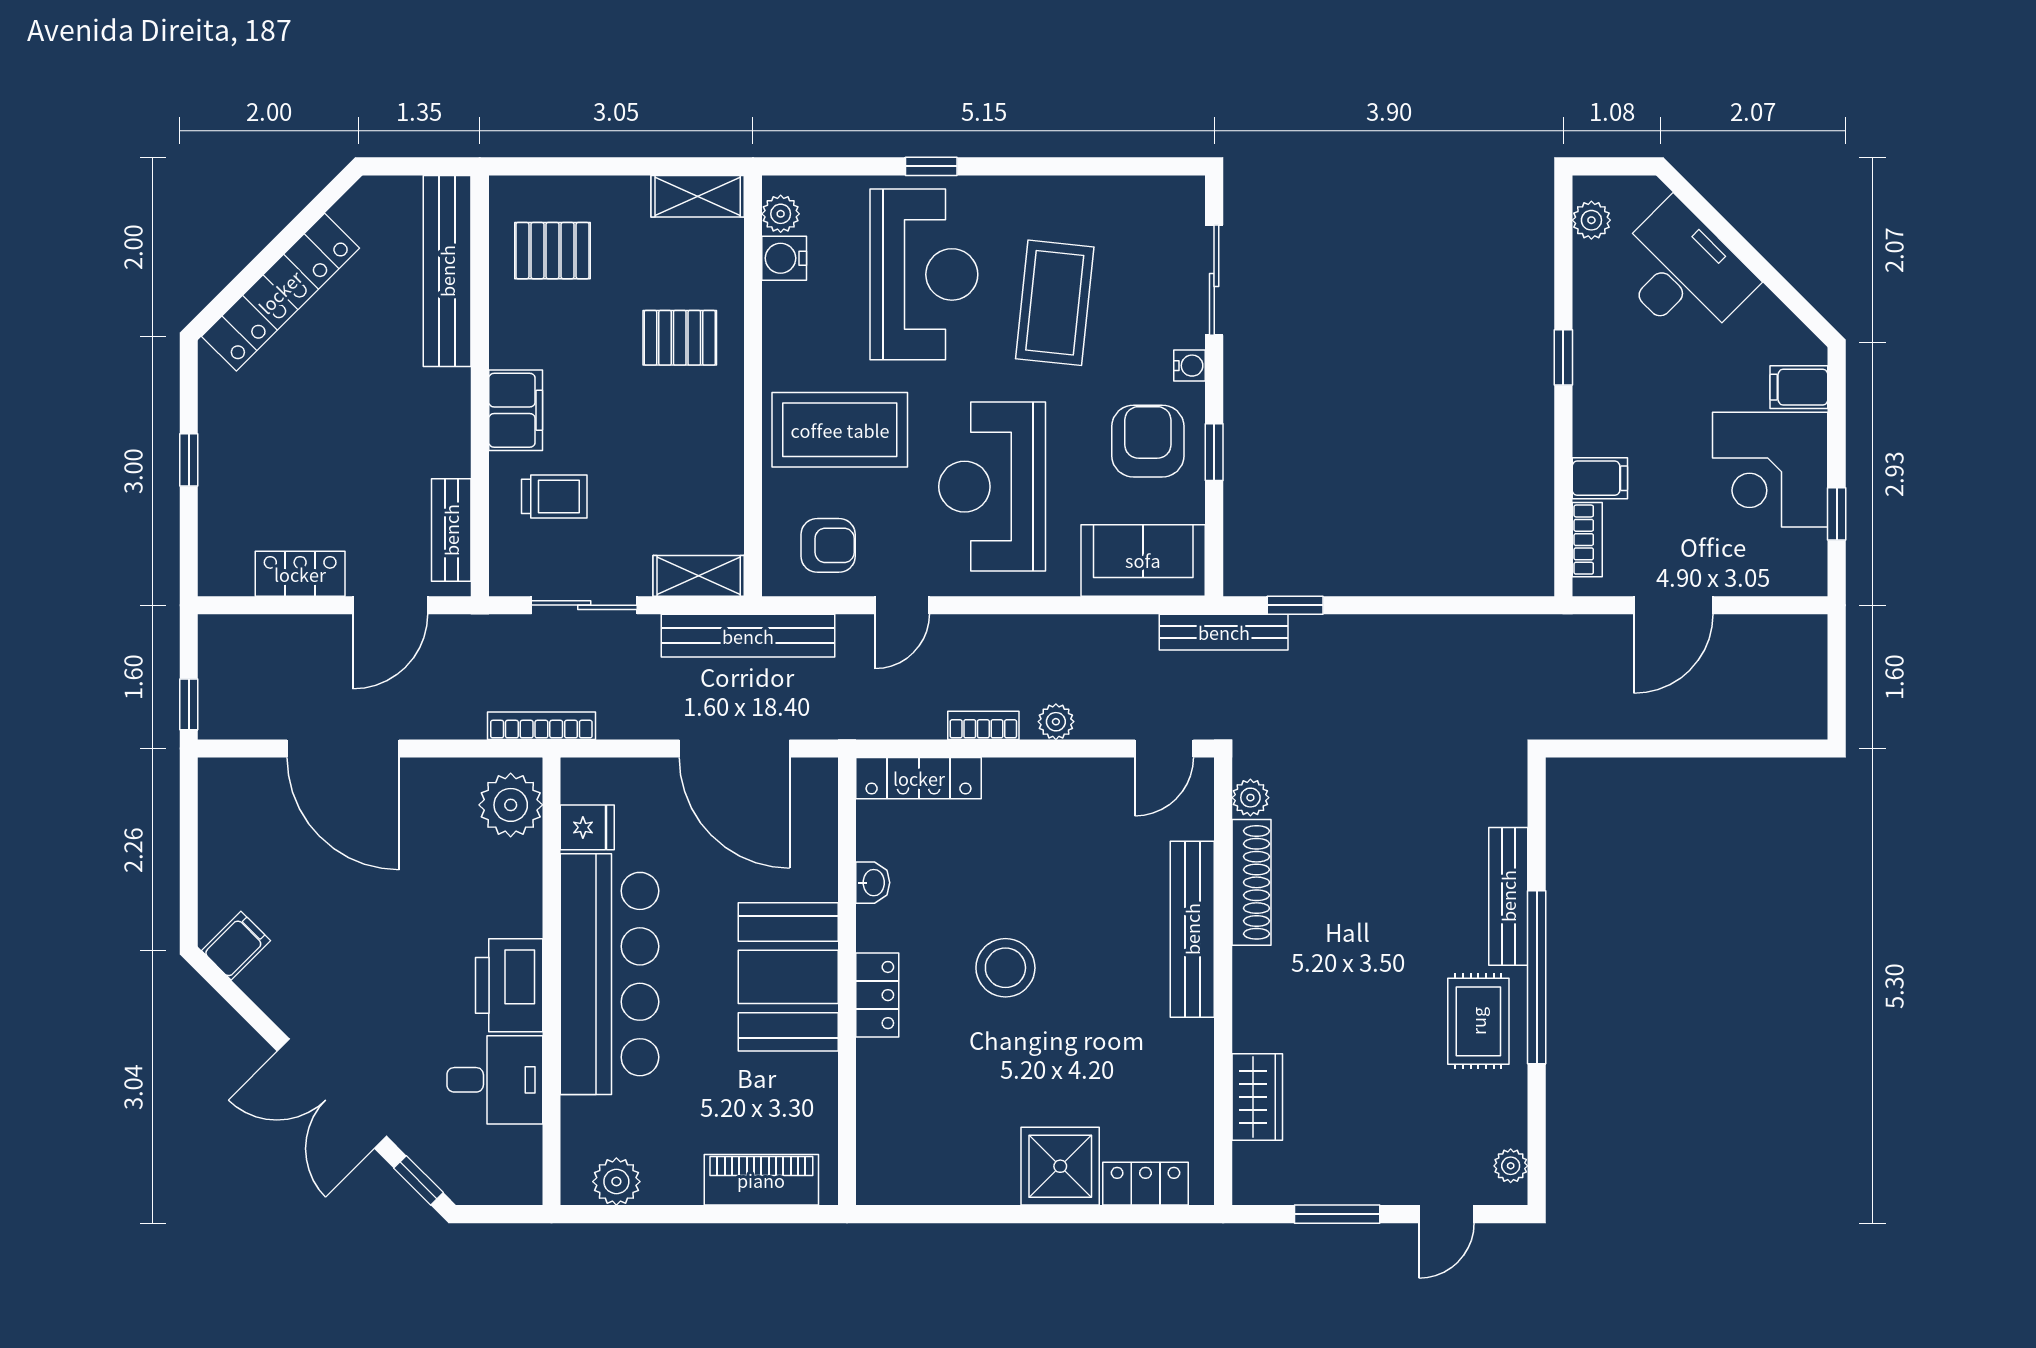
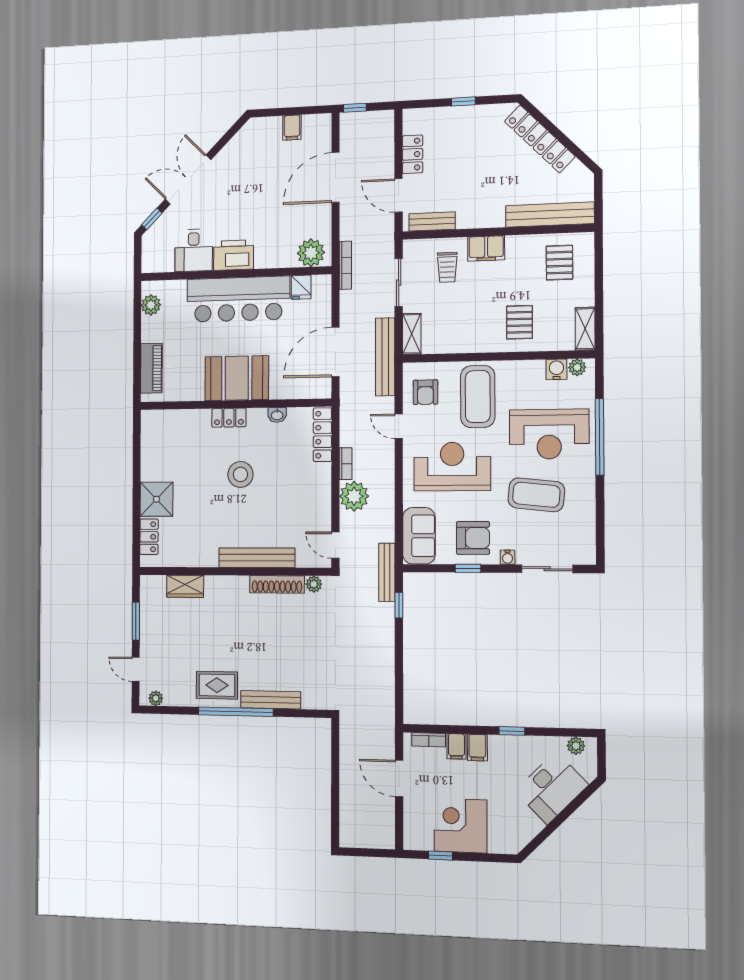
window: (931, 166) -> (600, 437), width x3.17
filing cabinet: (1799, 387) -> (477, 748), moved, turned 180
plant: (1056, 722) -> (354, 496), width x1.87, depth x1.87
filing cabinet: (236, 946) -> (292, 128), moved, turned 45

